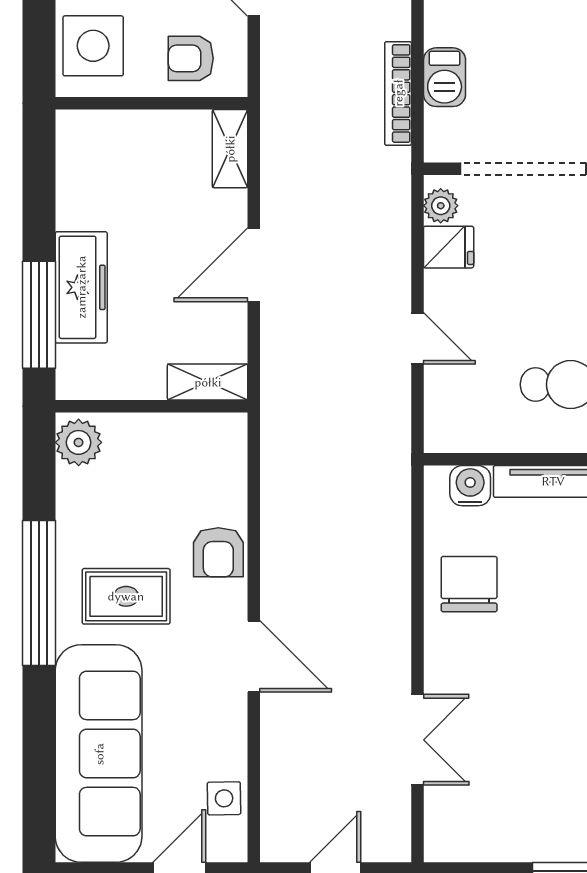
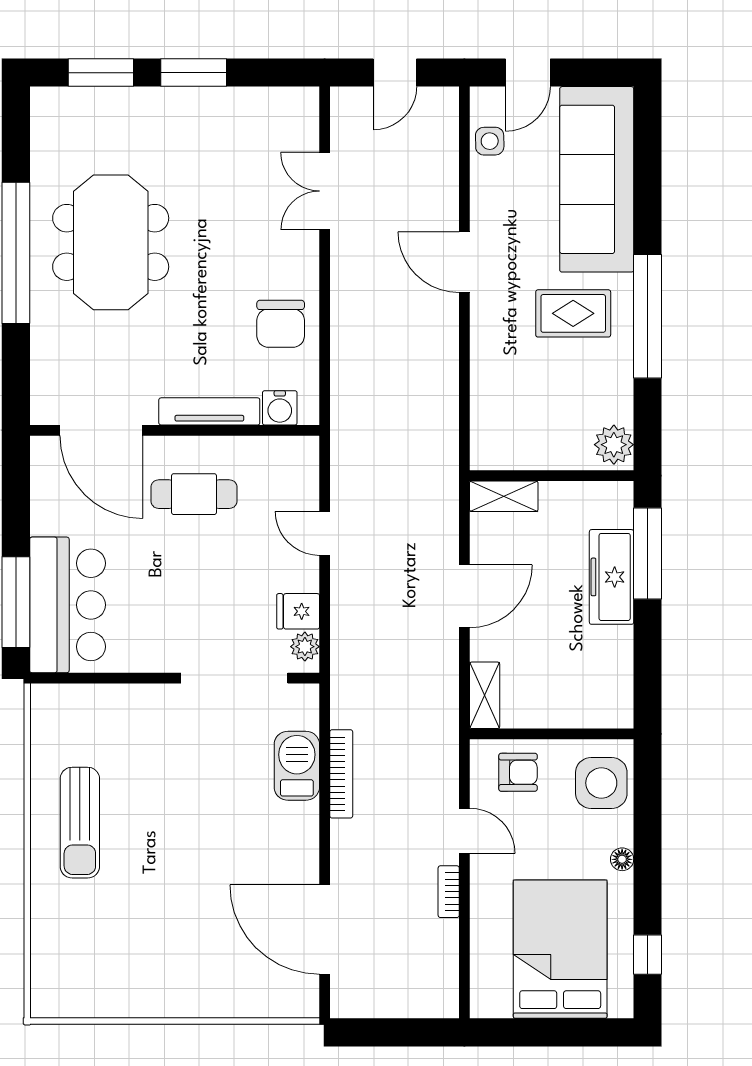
barbecue: (445, 77) -> (297, 766), width x1.38, depth x1.27
bookcase: (398, 93) -> (341, 774), moved
armchair: (218, 552) -> (495, 351), removed

